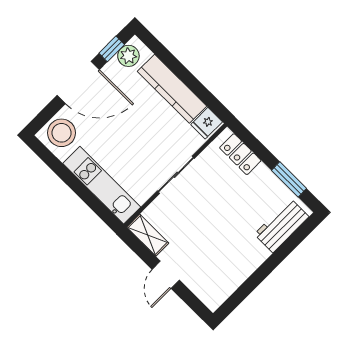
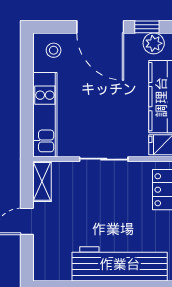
stool: (62, 133) -> (54, 50), width x0.53, depth x0.53
workbench: (282, 226) -> (120, 264), width x1.88, depth x1.32

